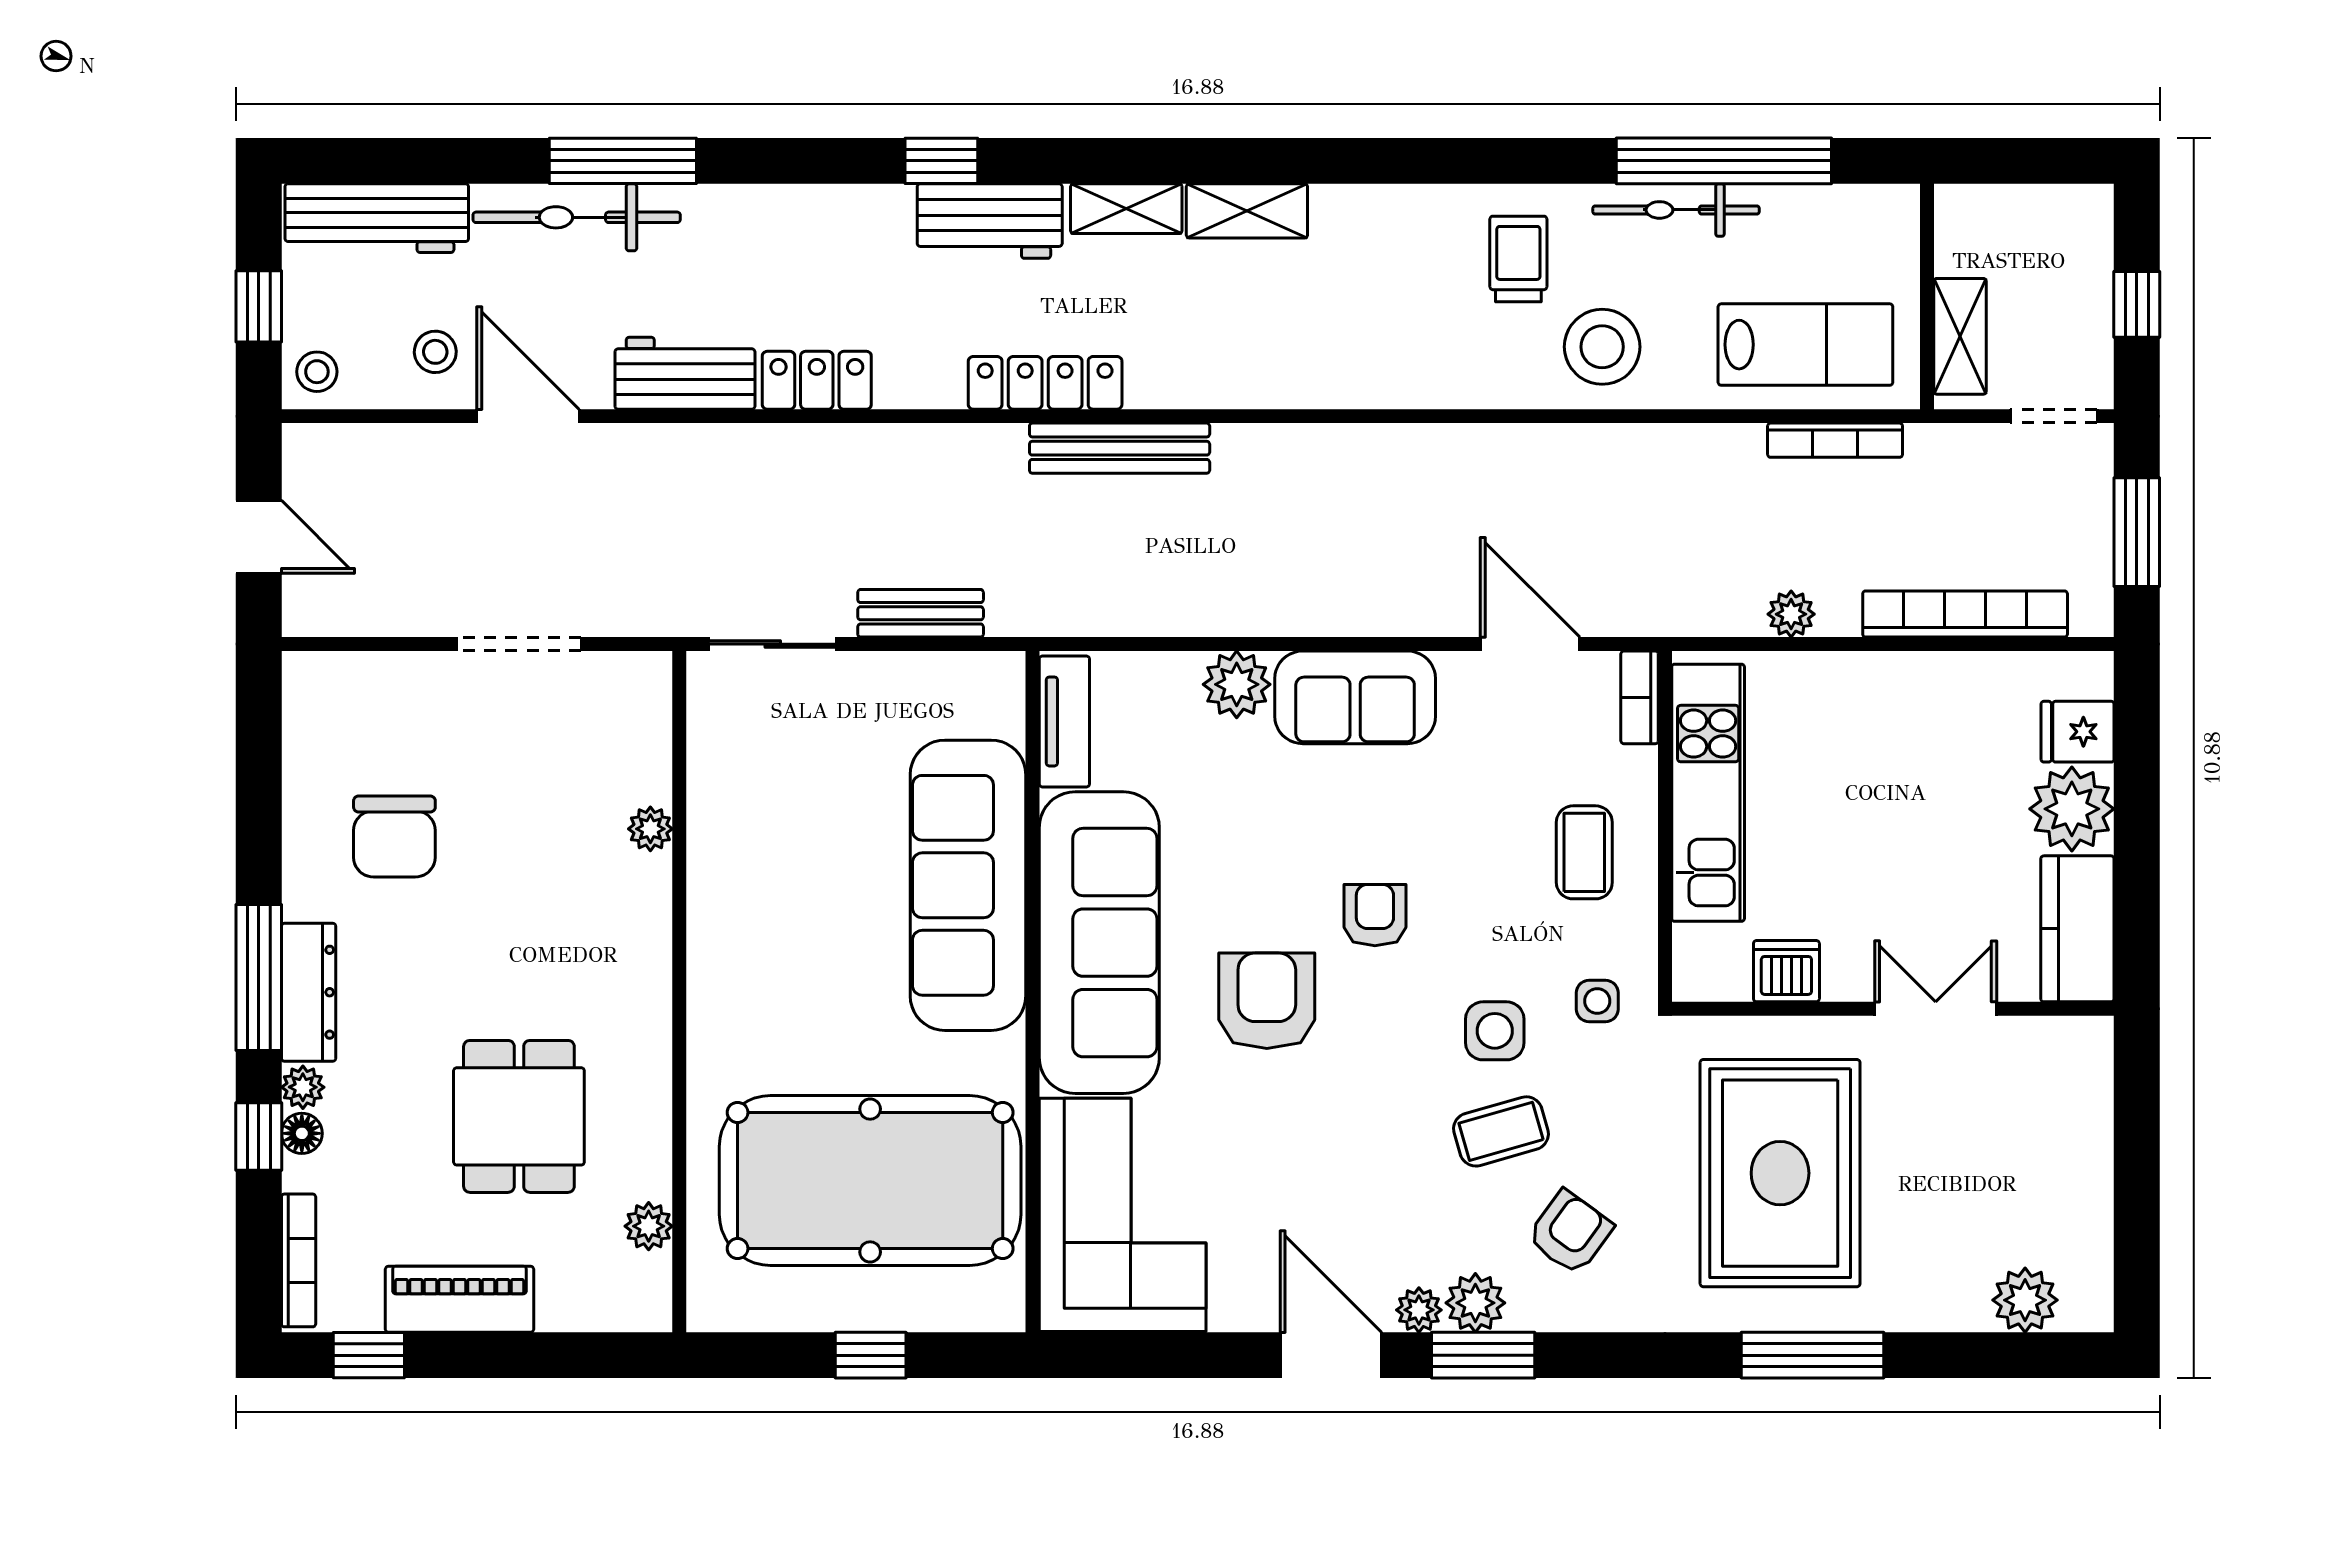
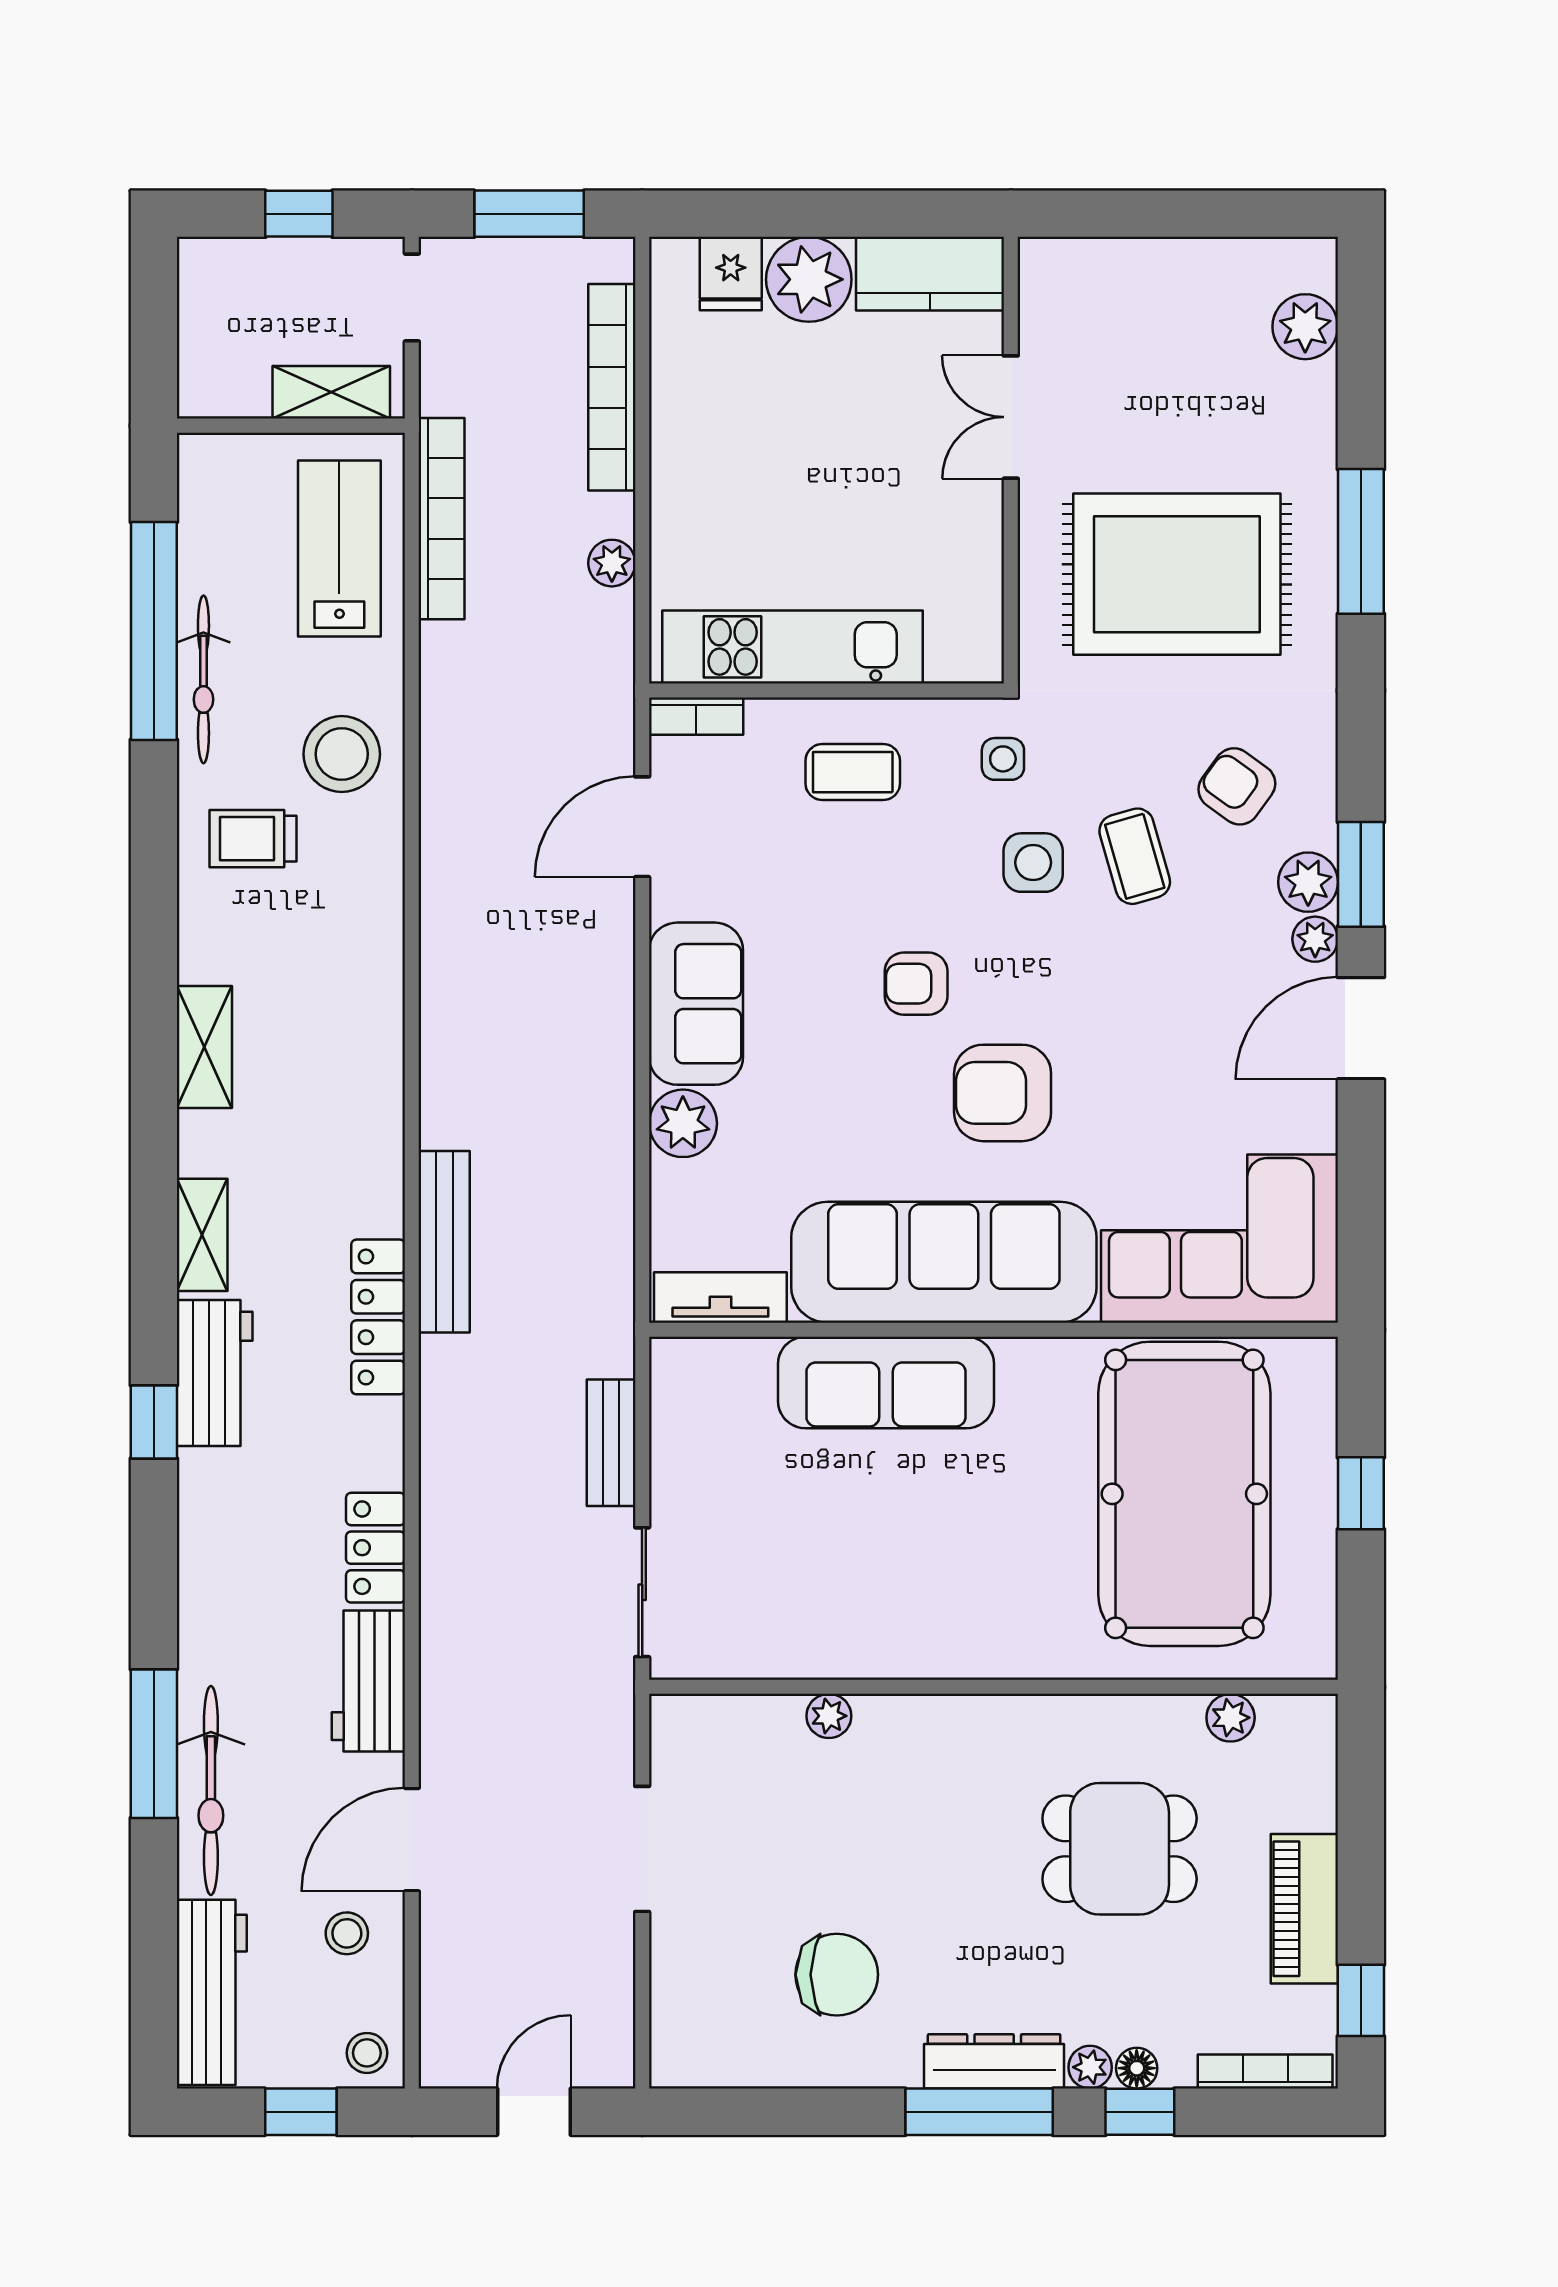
shelving: (1247, 211) -> (204, 1047), moved
bookcase: (1835, 440) -> (442, 519), width x1.48, depth x1.31
sofa: (968, 885) -> (886, 1383), width x0.74, depth x0.79
dishwasher: (1786, 971) -> (973, 568), removed

